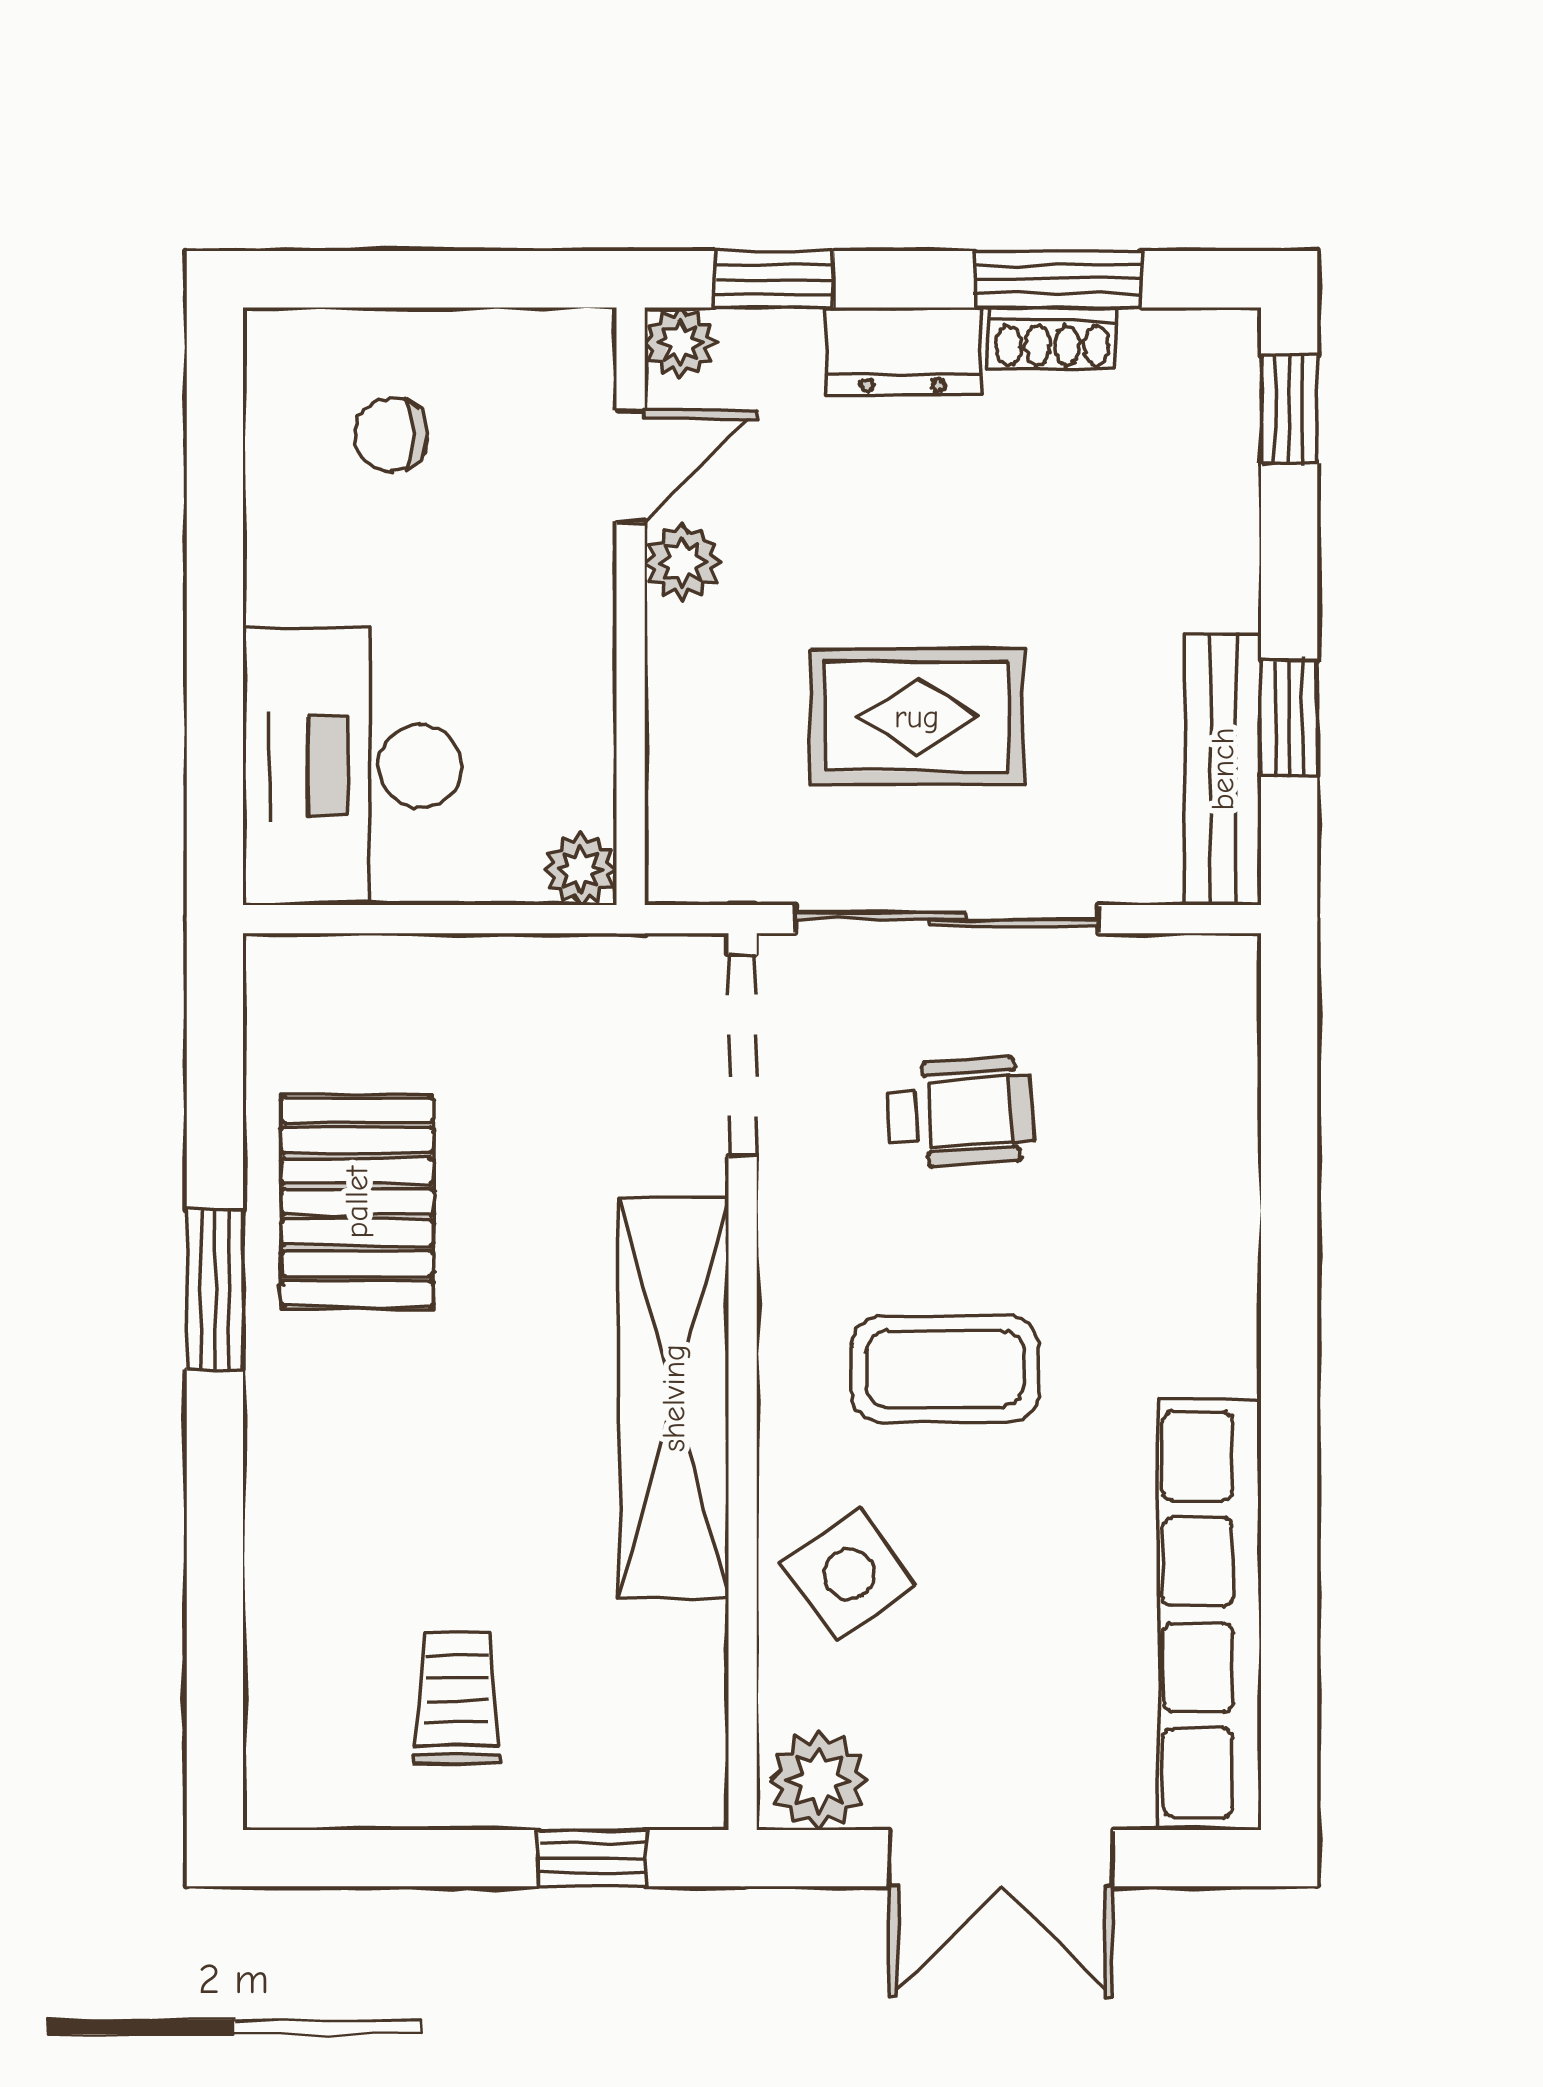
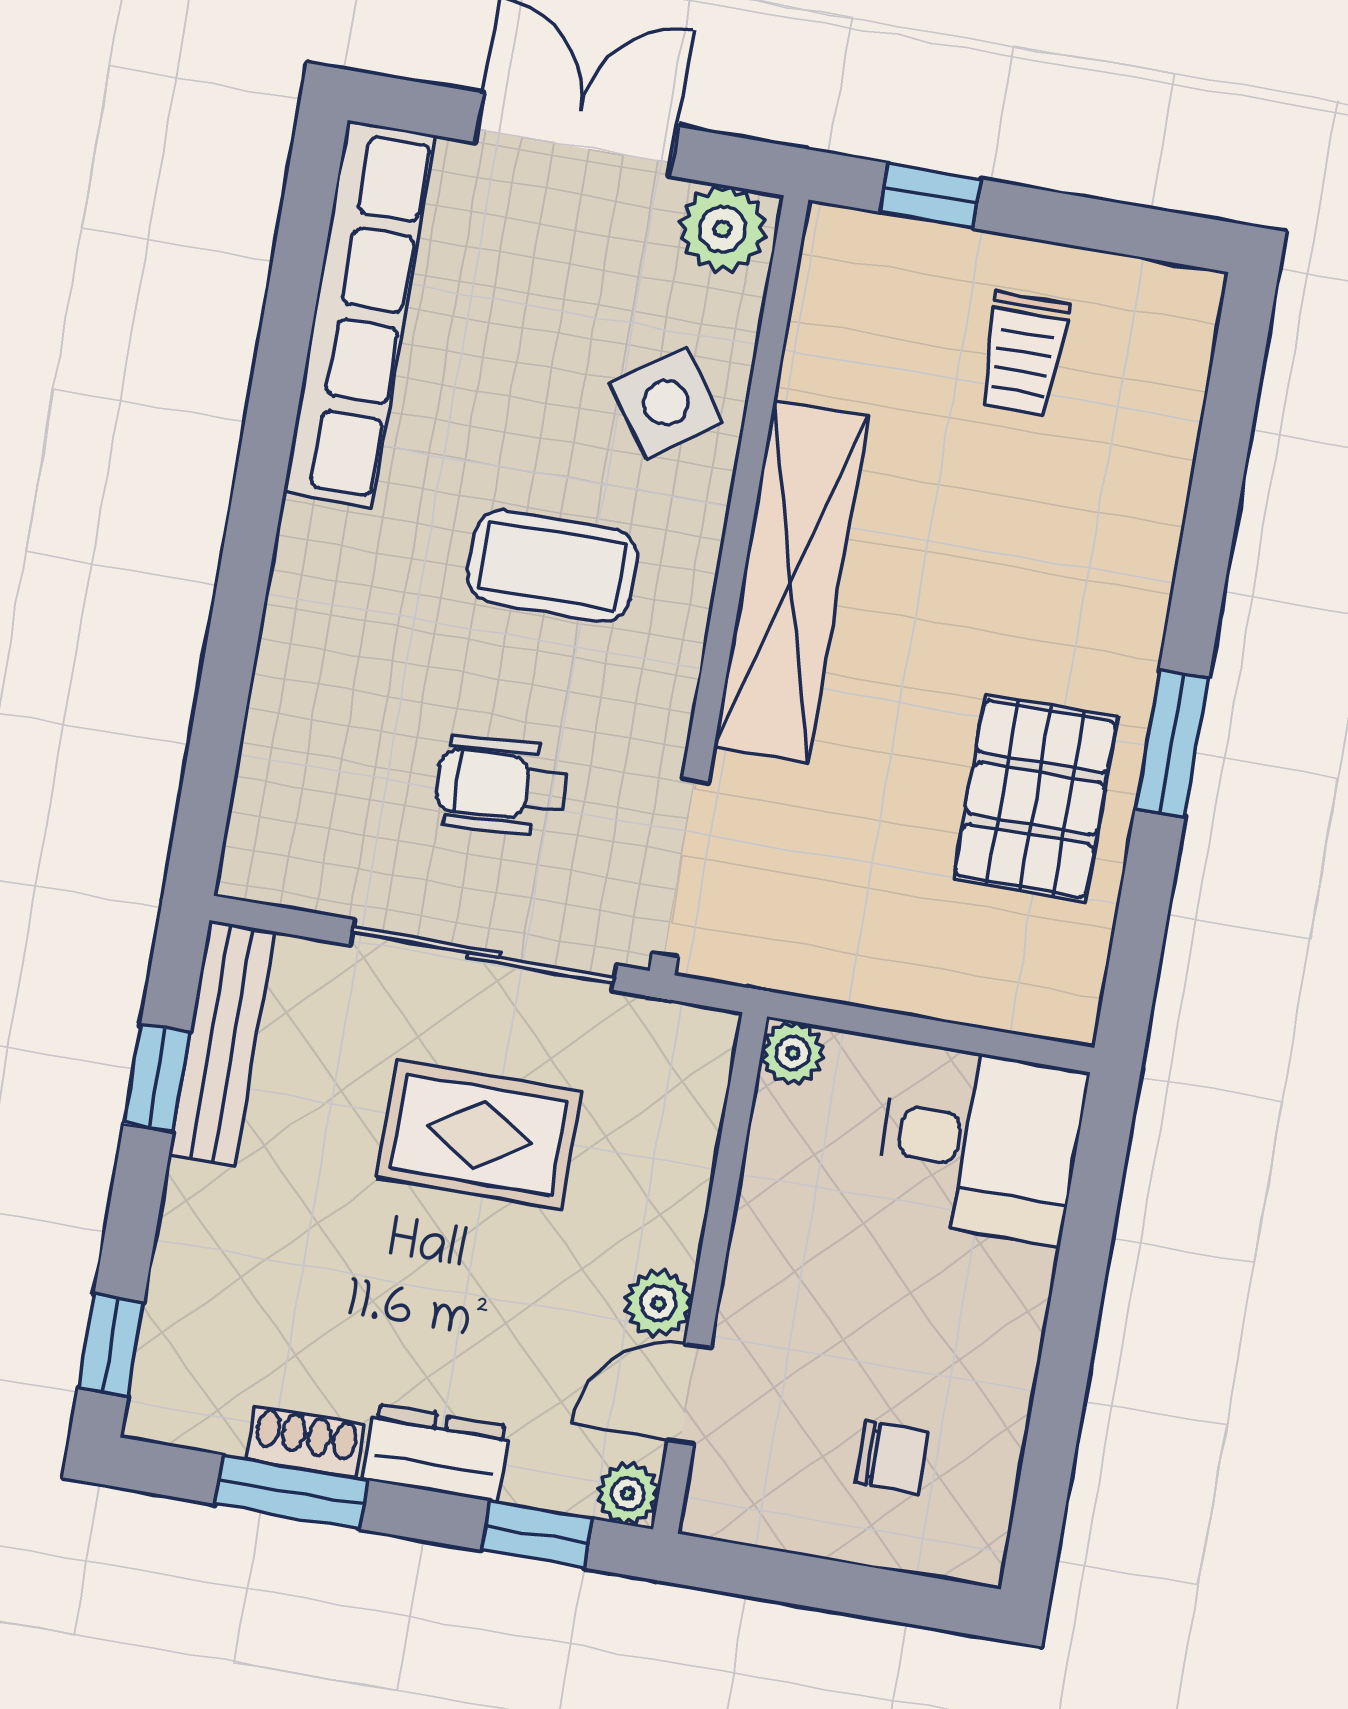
desk: (352, 766) -> (981, 1144), width x0.73

